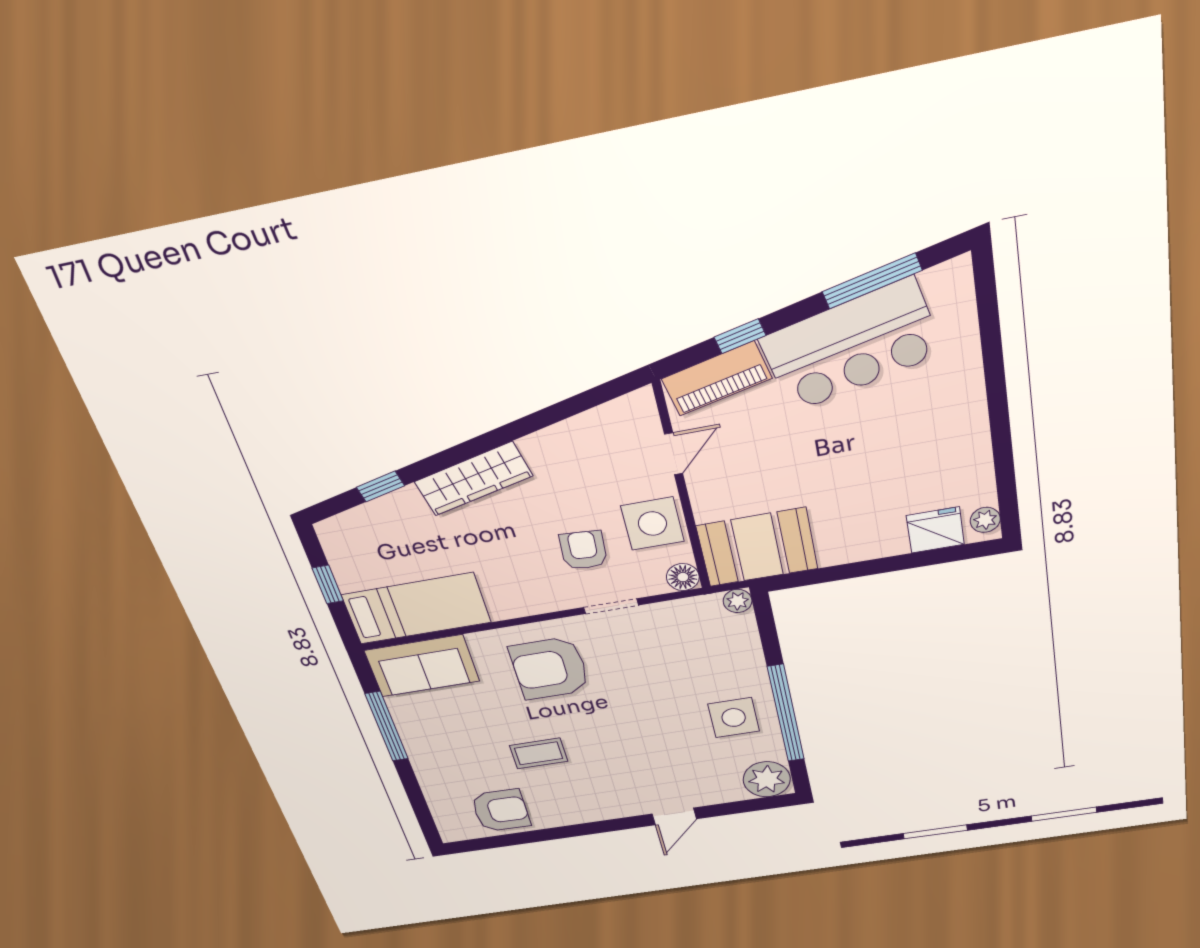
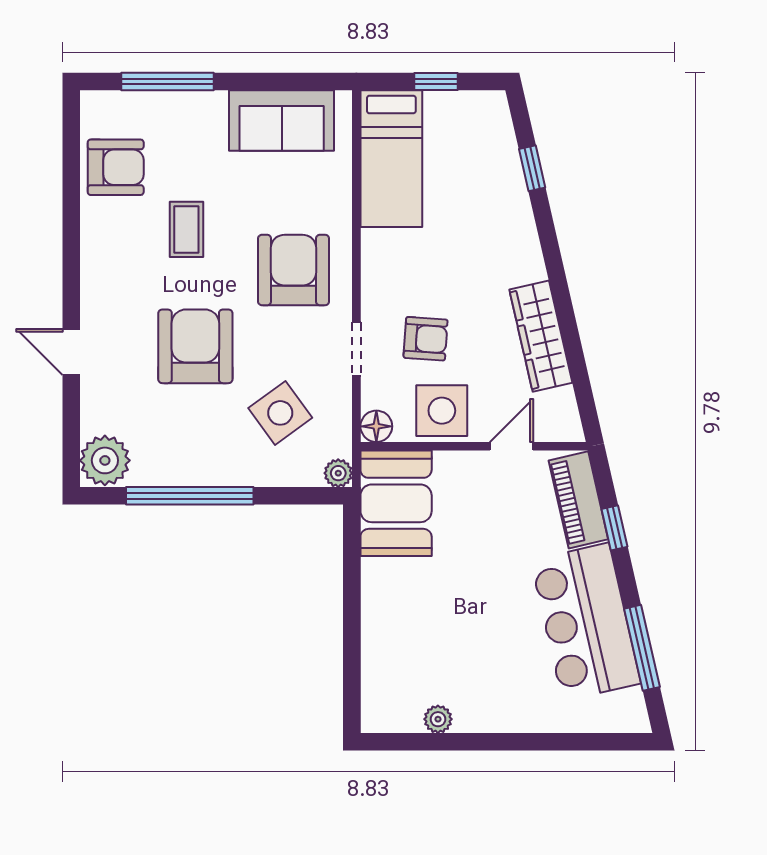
door: (674, 454) -> (512, 446), swing flipped
wardrobe: (473, 479) -> (541, 336), moved
plant: (985, 520) -> (438, 719), moved
fridge: (935, 530) -> (382, 672), removed
sofa: (422, 666) -> (282, 120), moved, turned -90
side table: (734, 718) -> (280, 413), moved, turned -36
window: (387, 726) -> (168, 81), moved
armchair: (644, 731) -> (195, 346), added
armchair: (501, 810) -> (116, 167), turned -91

